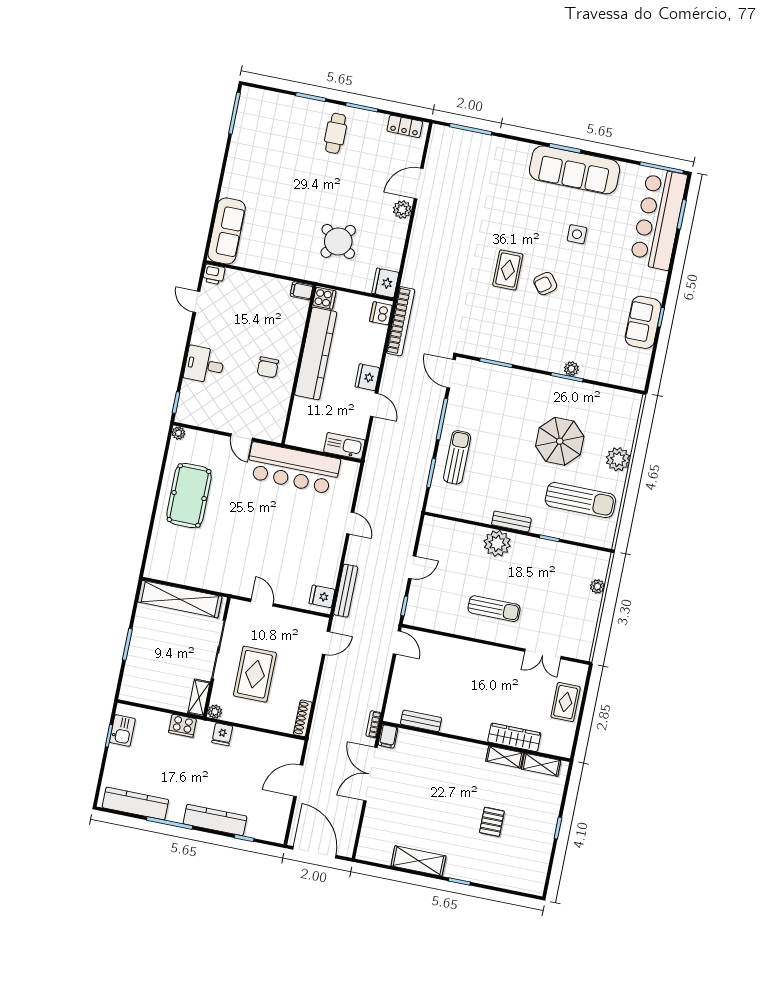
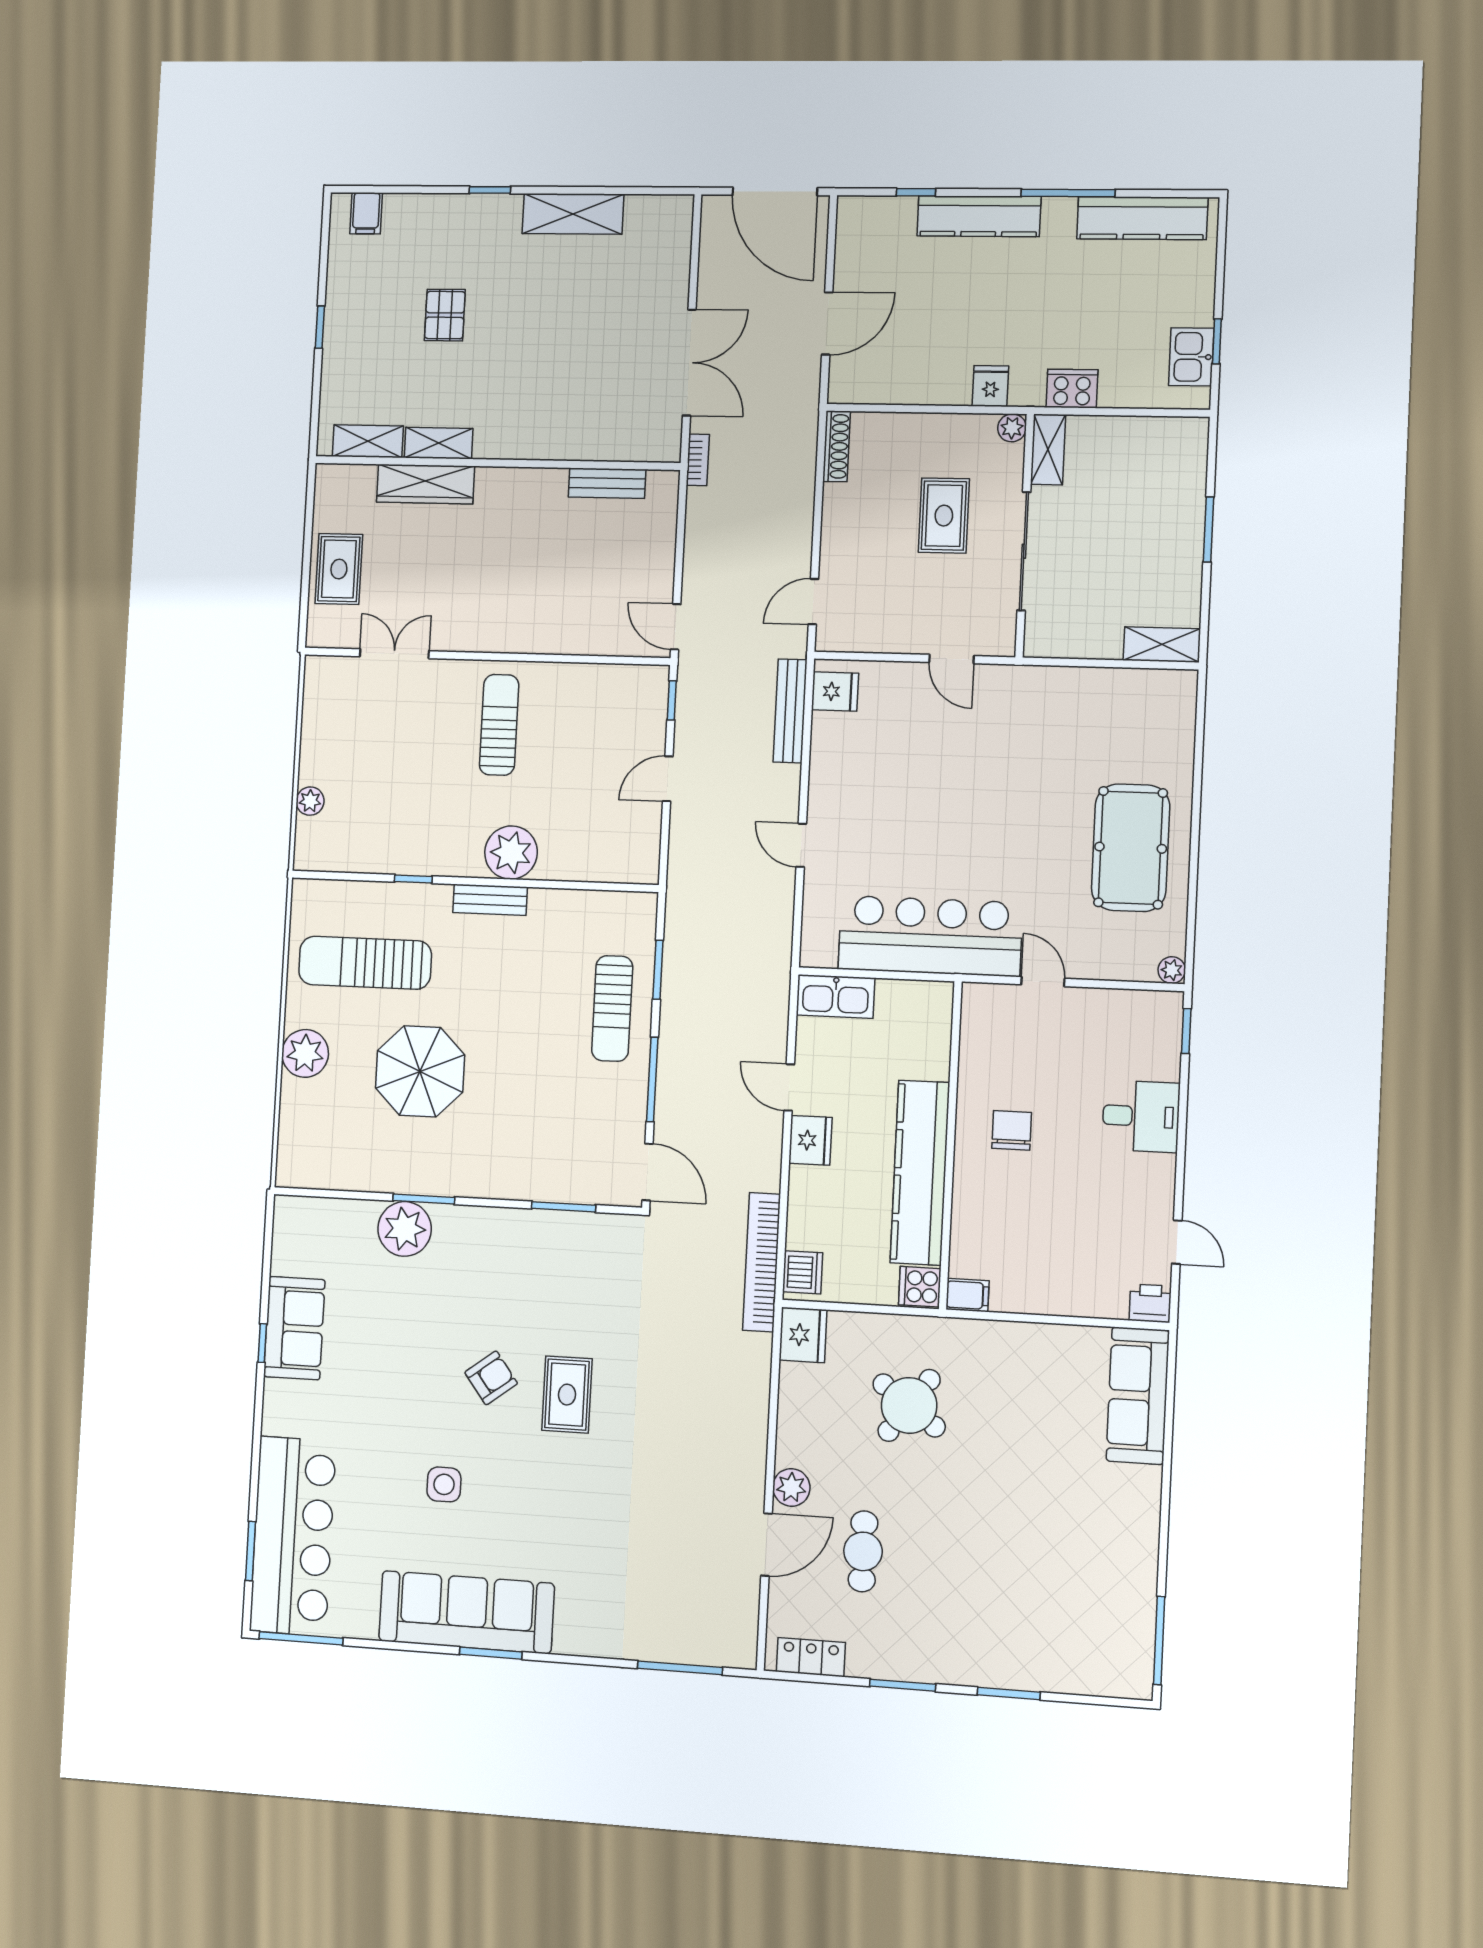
cafe table: (336, 133) -> (863, 1551), moved
plant: (571, 369) -> (405, 1229), width x1.87, depth x1.87
shelving: (180, 599) -> (1162, 645), width x0.45, depth x0.75
sun lounger: (494, 609) -> (499, 725), turned 90
rug: (255, 674) -> (944, 516), width x0.73, depth x0.70
filing cabinet: (388, 736) -> (366, 213), moved, turned 180

